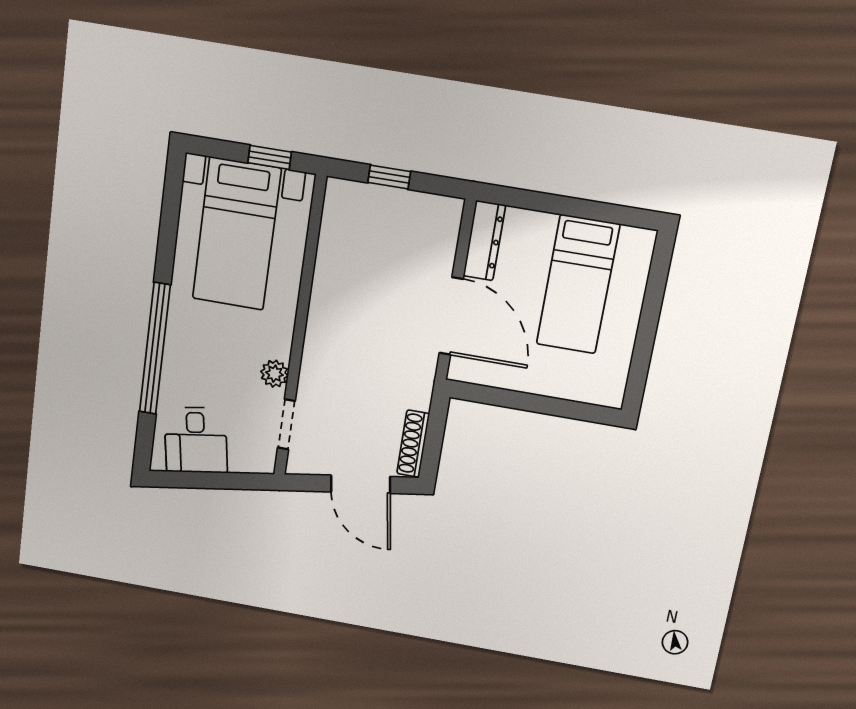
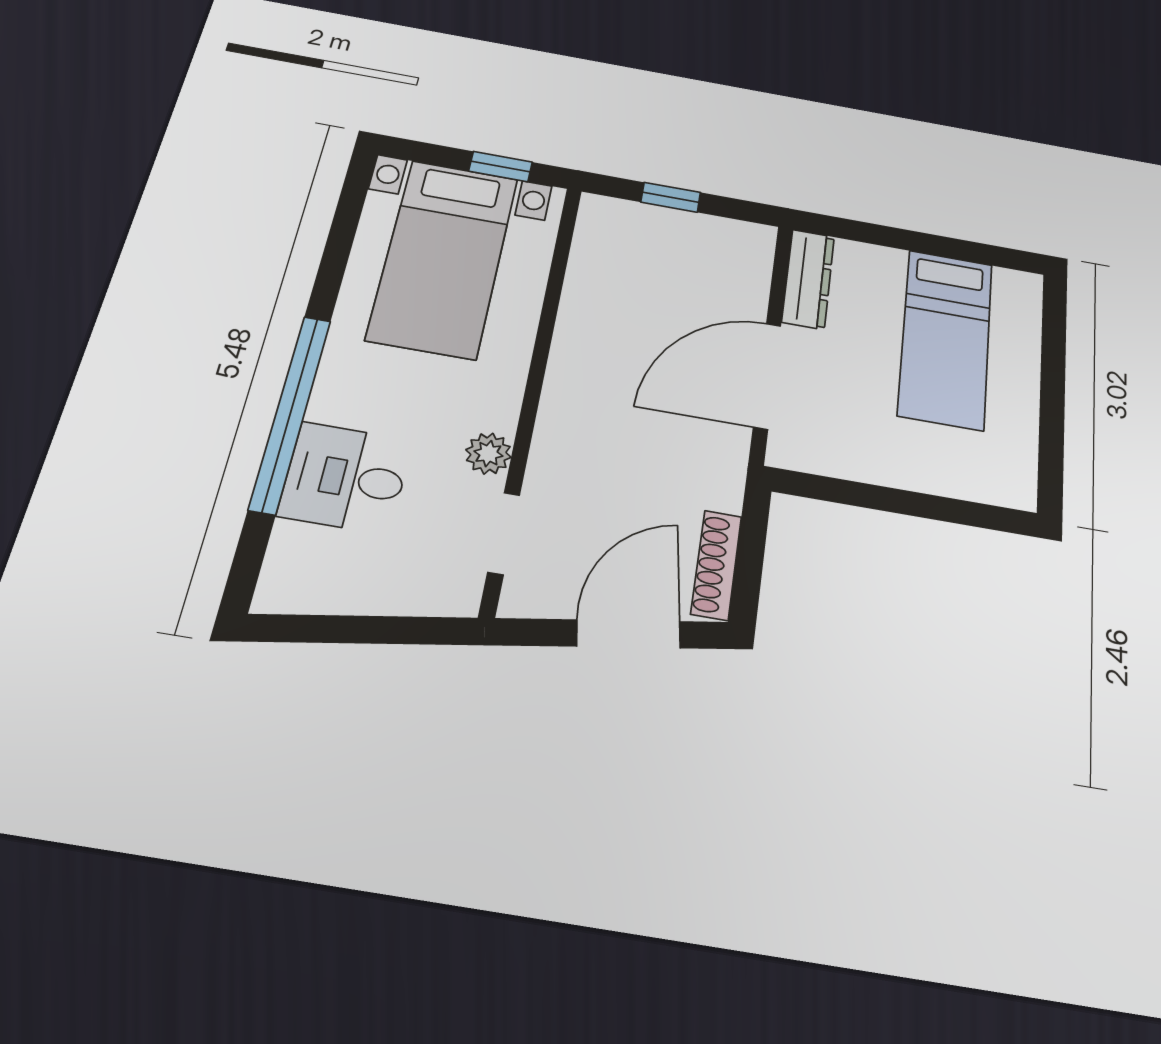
door: (451, 316) -> (767, 376), swing flipped
desk: (196, 440) -> (345, 478), moved, turned 99
door: (361, 484) -> (629, 634), swing flipped

